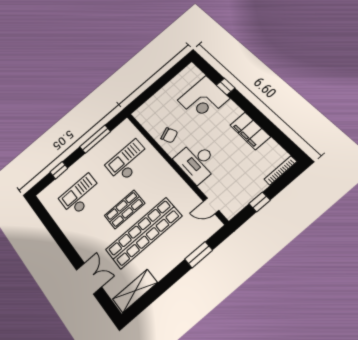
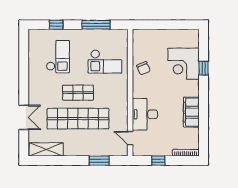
checkout: (128, 161) -> (105, 62), turned 180
desk: (197, 162) -> (145, 114), moved
checkout: (81, 195) -> (58, 57), turned 90

